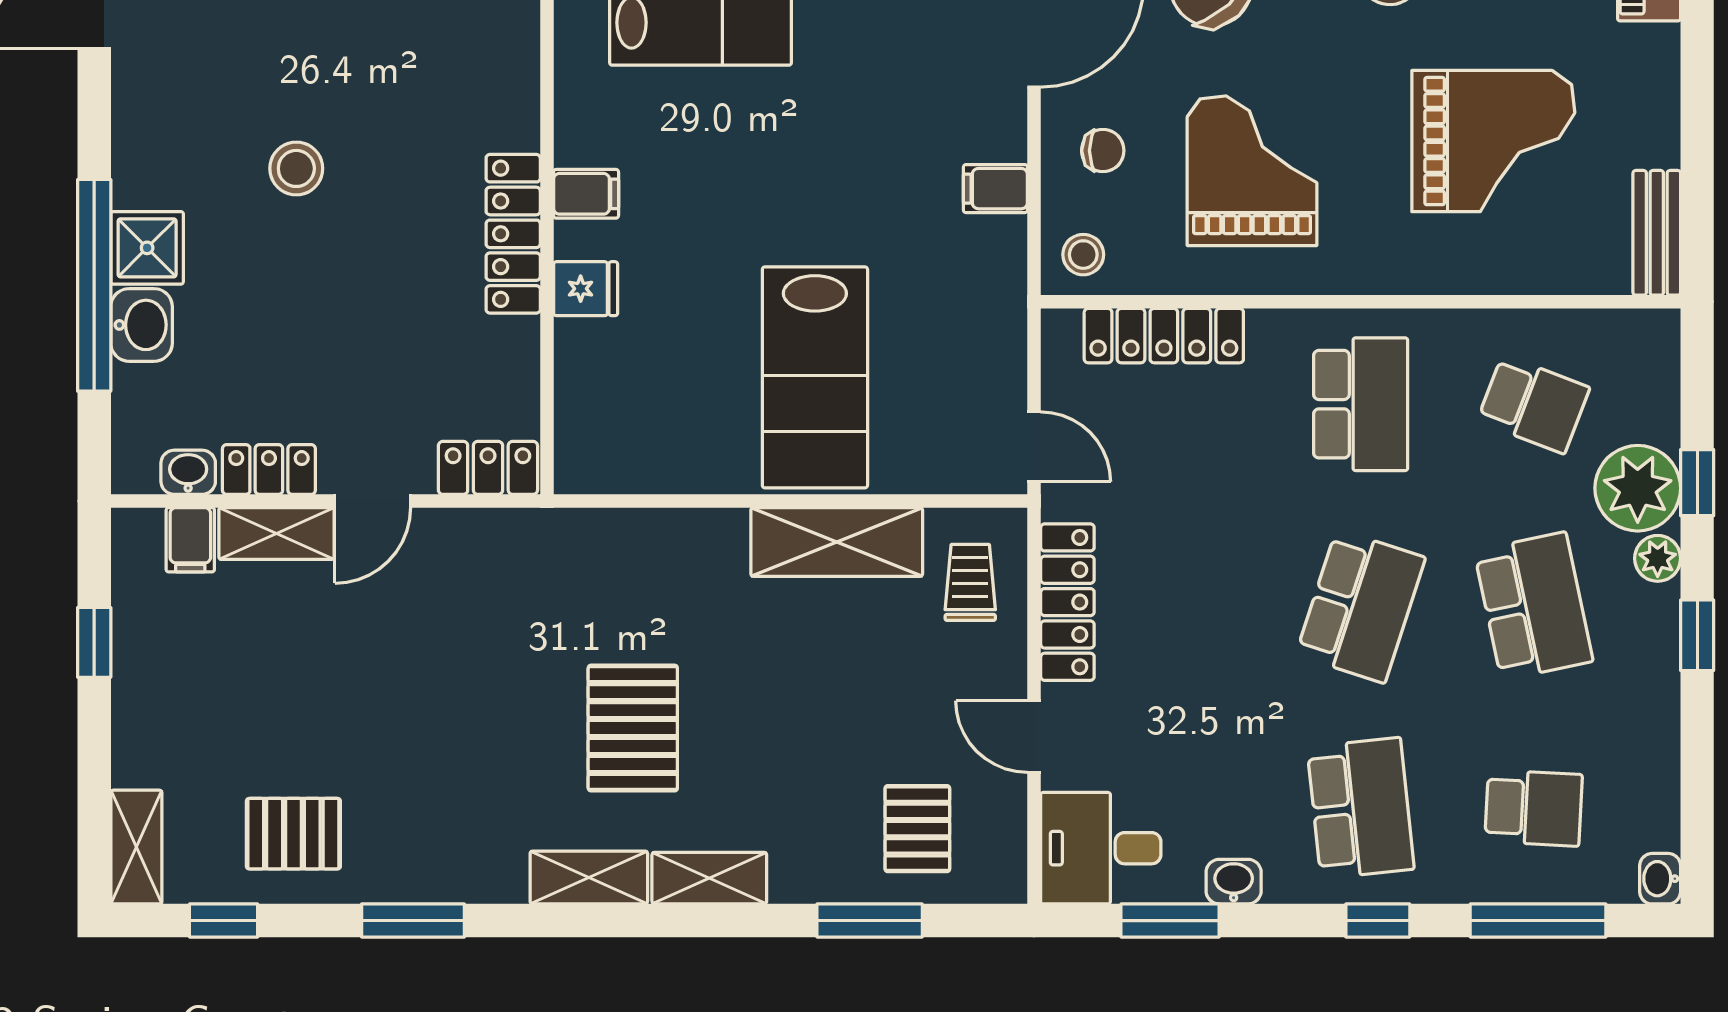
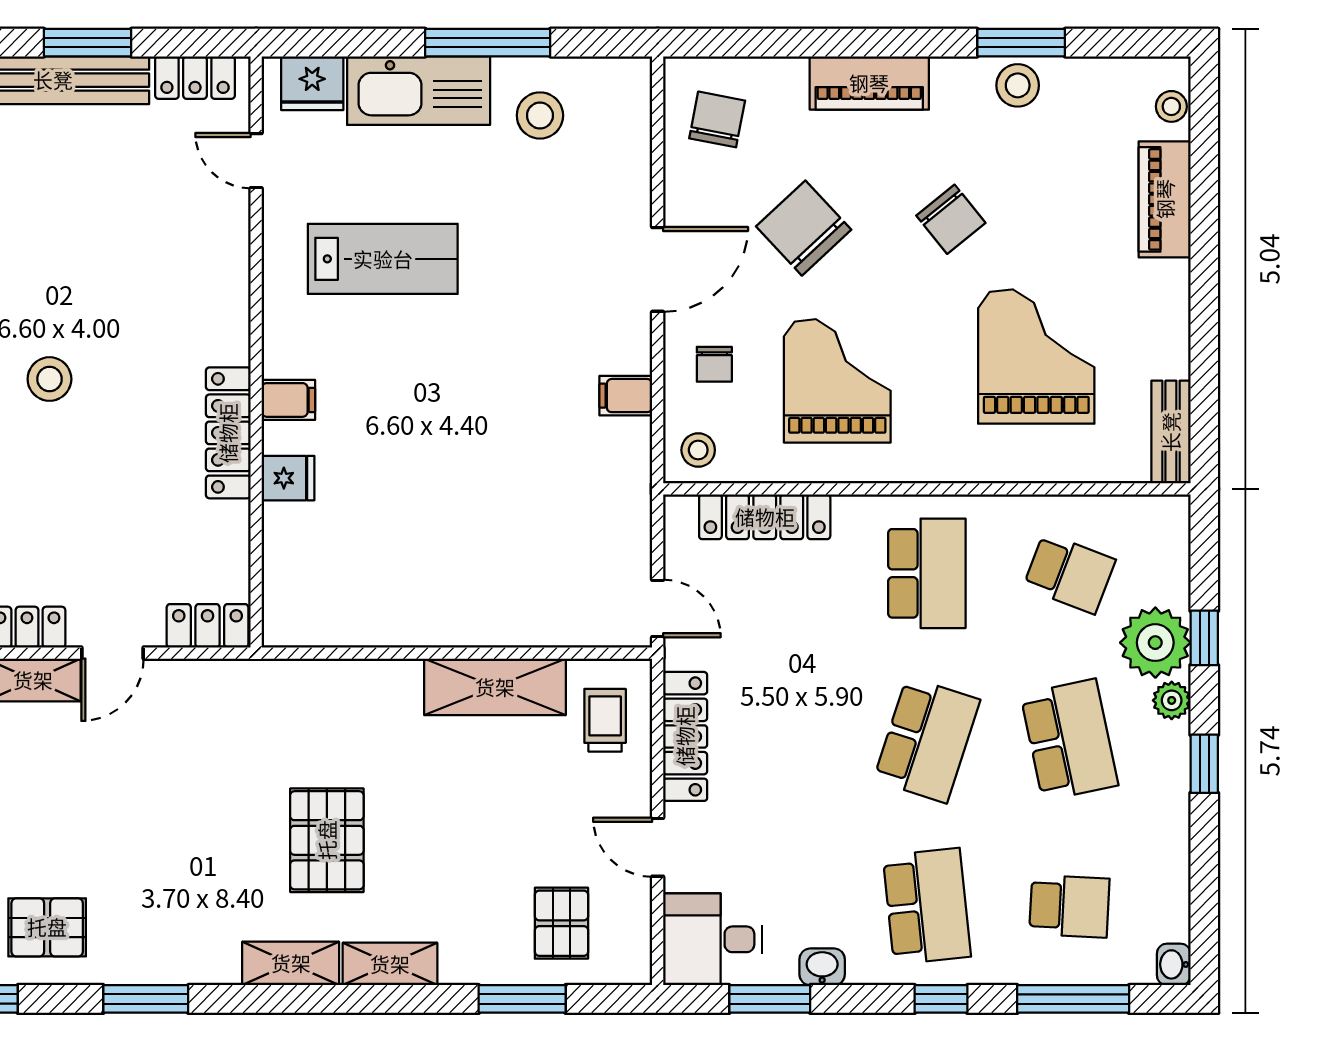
grand piano: (1493, 141) -> (1036, 356), turned -90
chair: (1103, 151) -> (714, 364), turned 90
lab bench: (815, 377) -> (477, 551), removed

